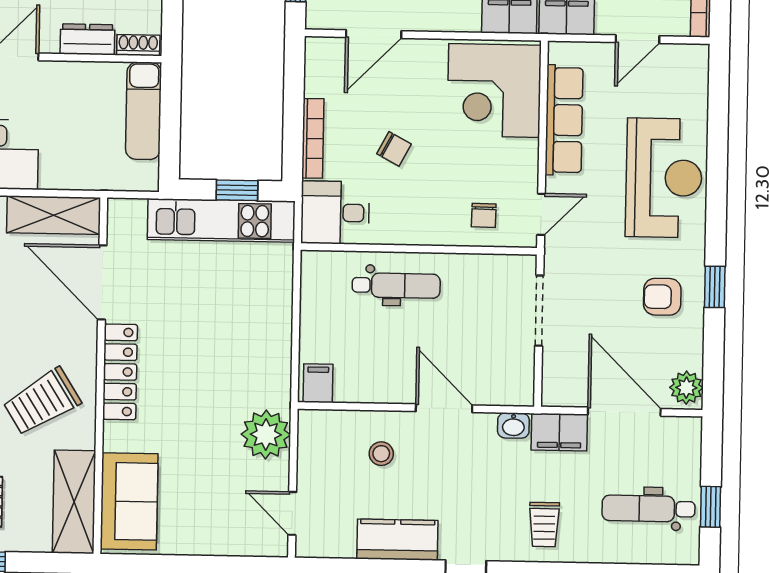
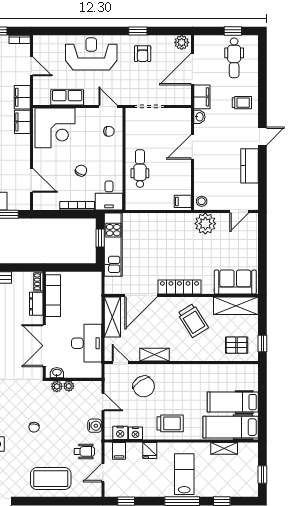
exam couch: (144, 111) -> (53, 296), moved, turned -90
row of seats: (564, 120) -> (67, 97), width x0.68
stool: (381, 454) -> (202, 201), moved

